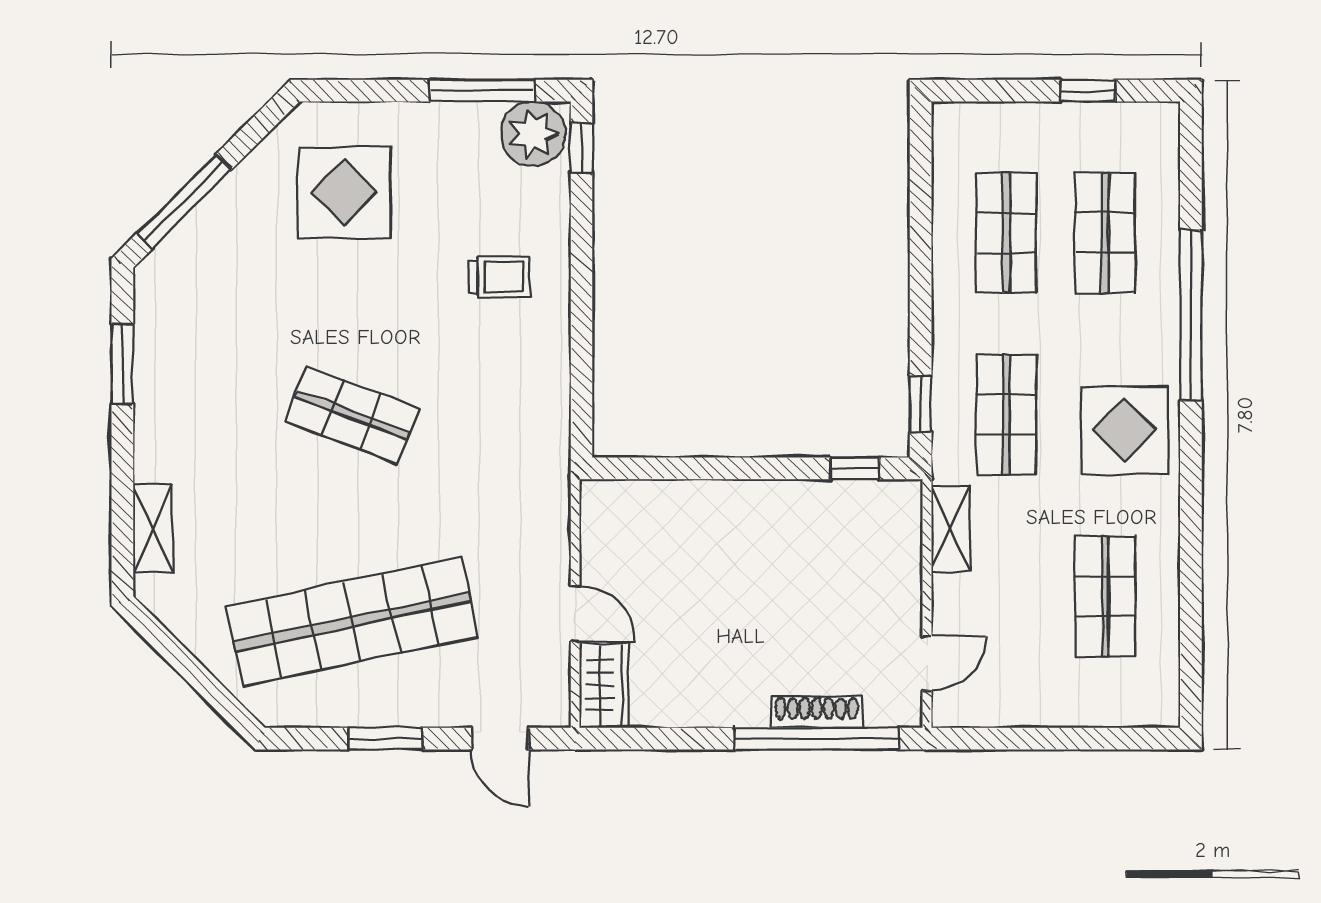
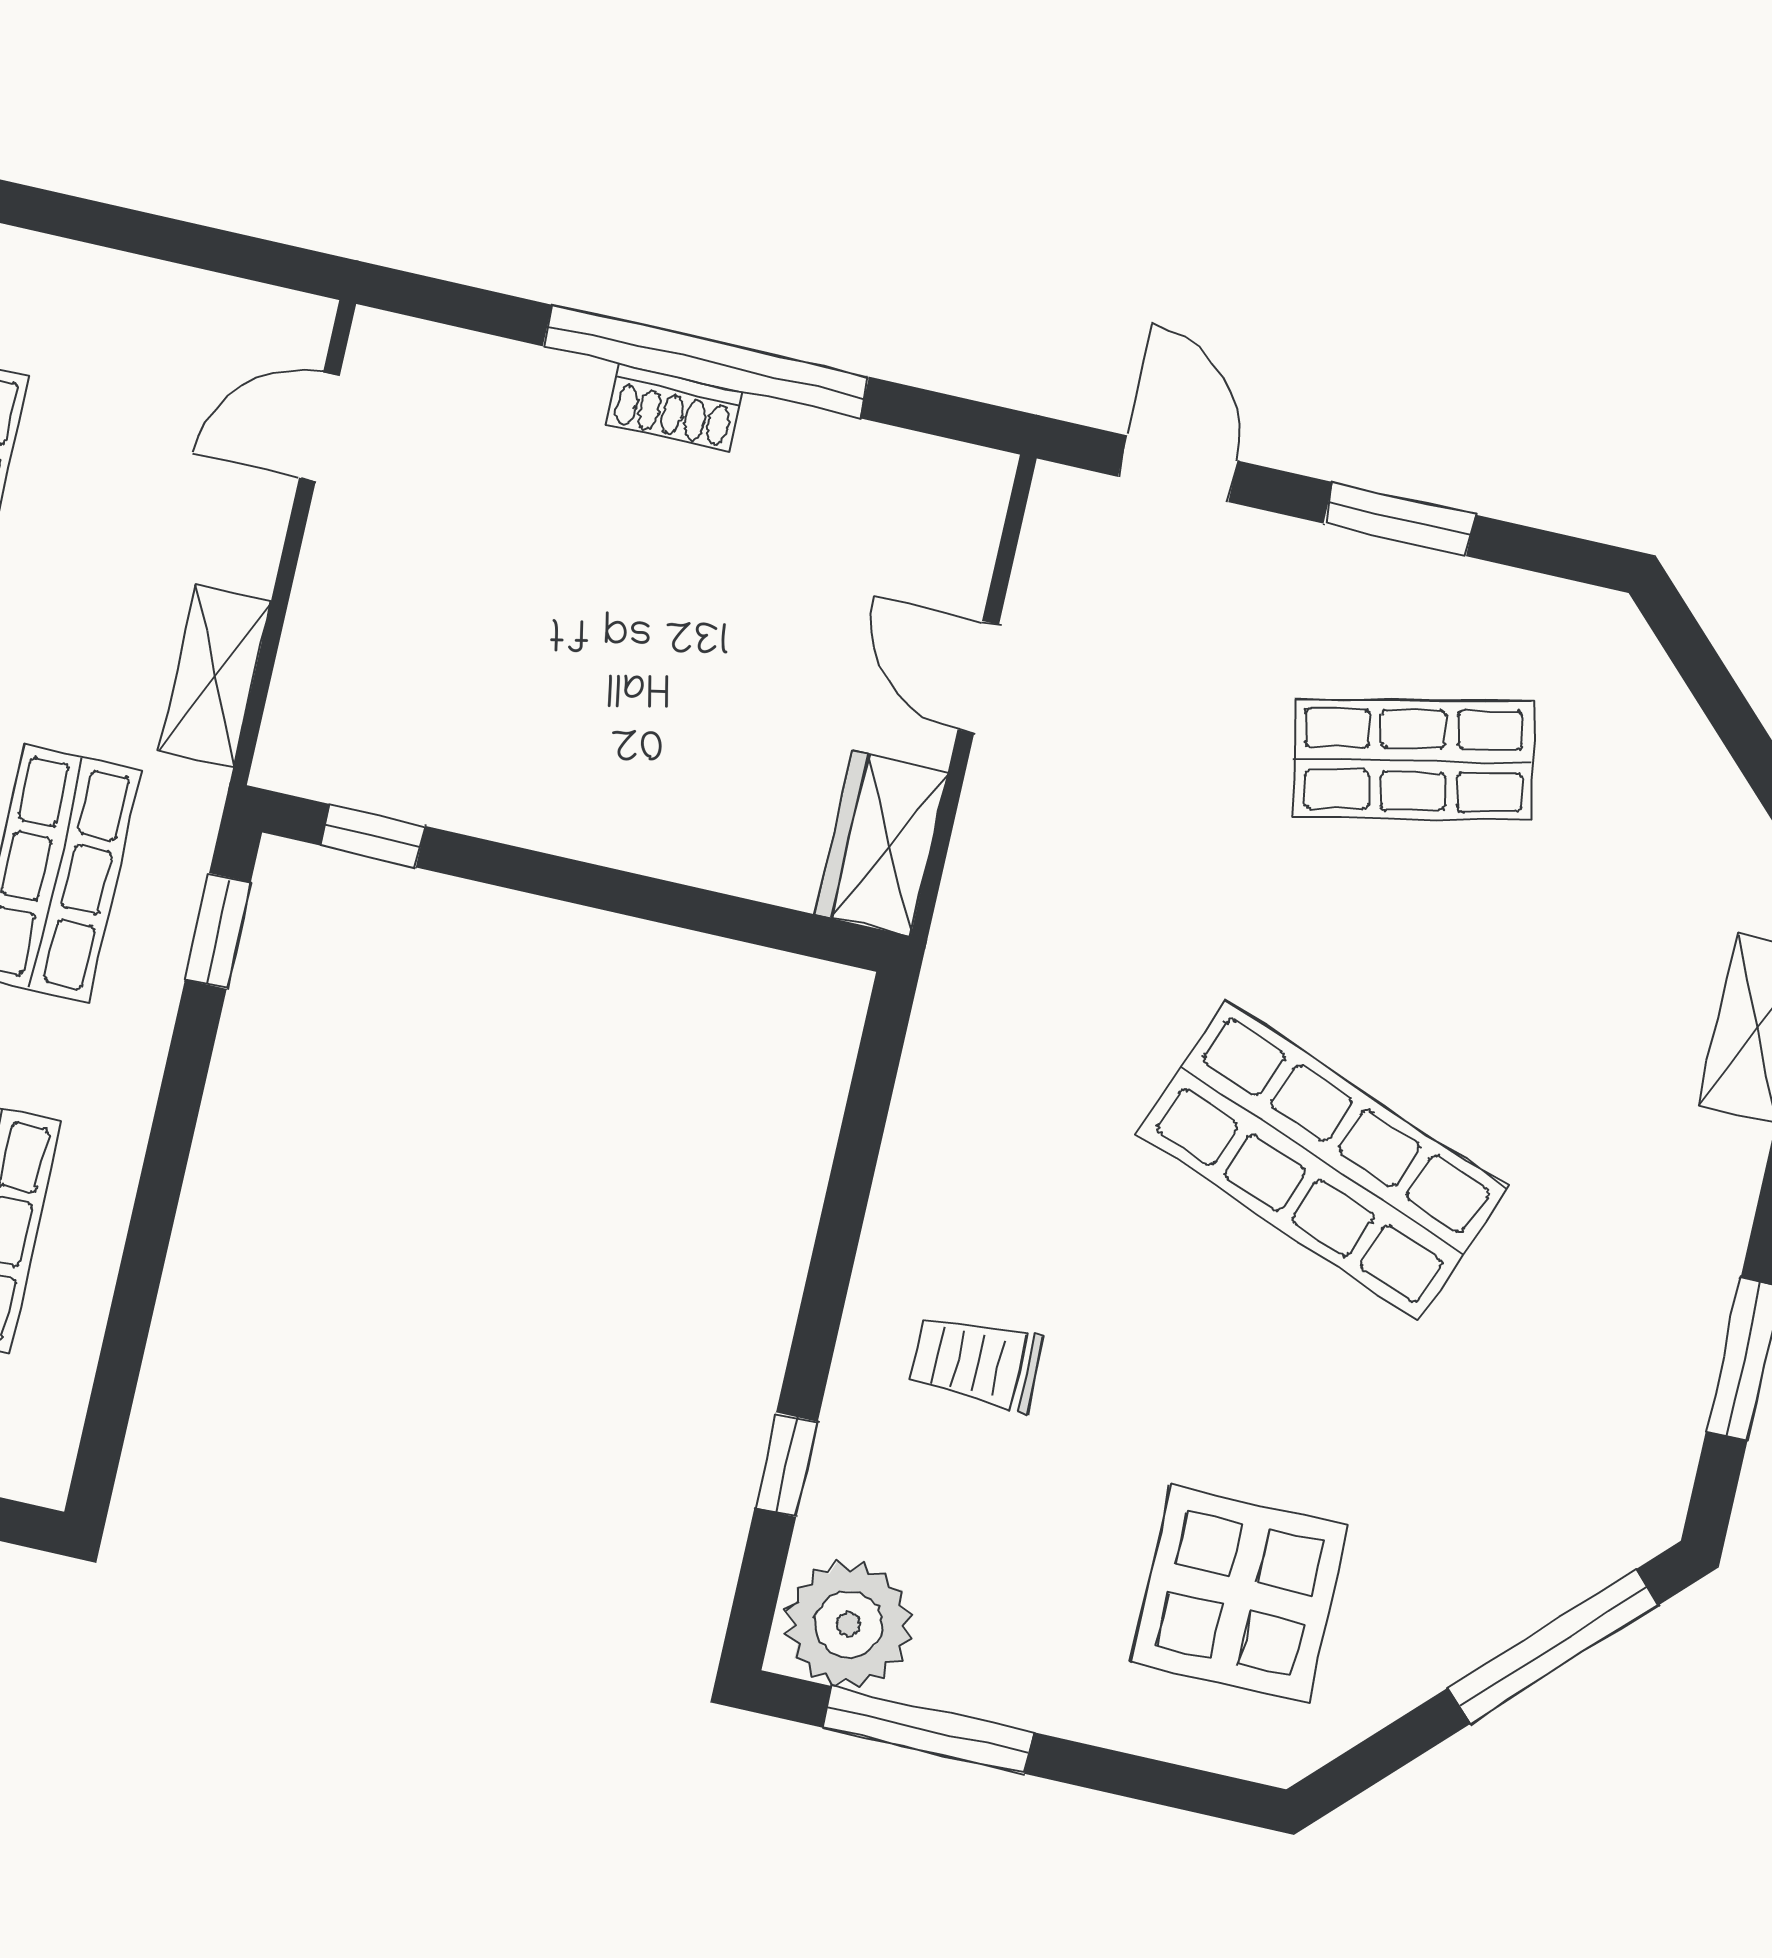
window: (582, 148) -> (786, 1465), moved
shop shelf: (352, 415) -> (1322, 1161), width x1.43, depth x1.36
shop shelf: (352, 622) -> (1413, 760), width x0.50, depth x0.74
wardrobe: (604, 686) -> (882, 843), moved
shoe rack: (817, 712) -> (674, 408), moved, width x0.70
window: (817, 739) -> (706, 362), moved

